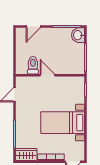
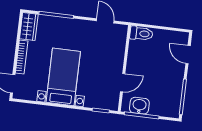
washbasin: (78, 35) -> (139, 106), moved
toilet: (33, 65) -> (141, 34), moved
door: (47, 75) -> (123, 83), moved

